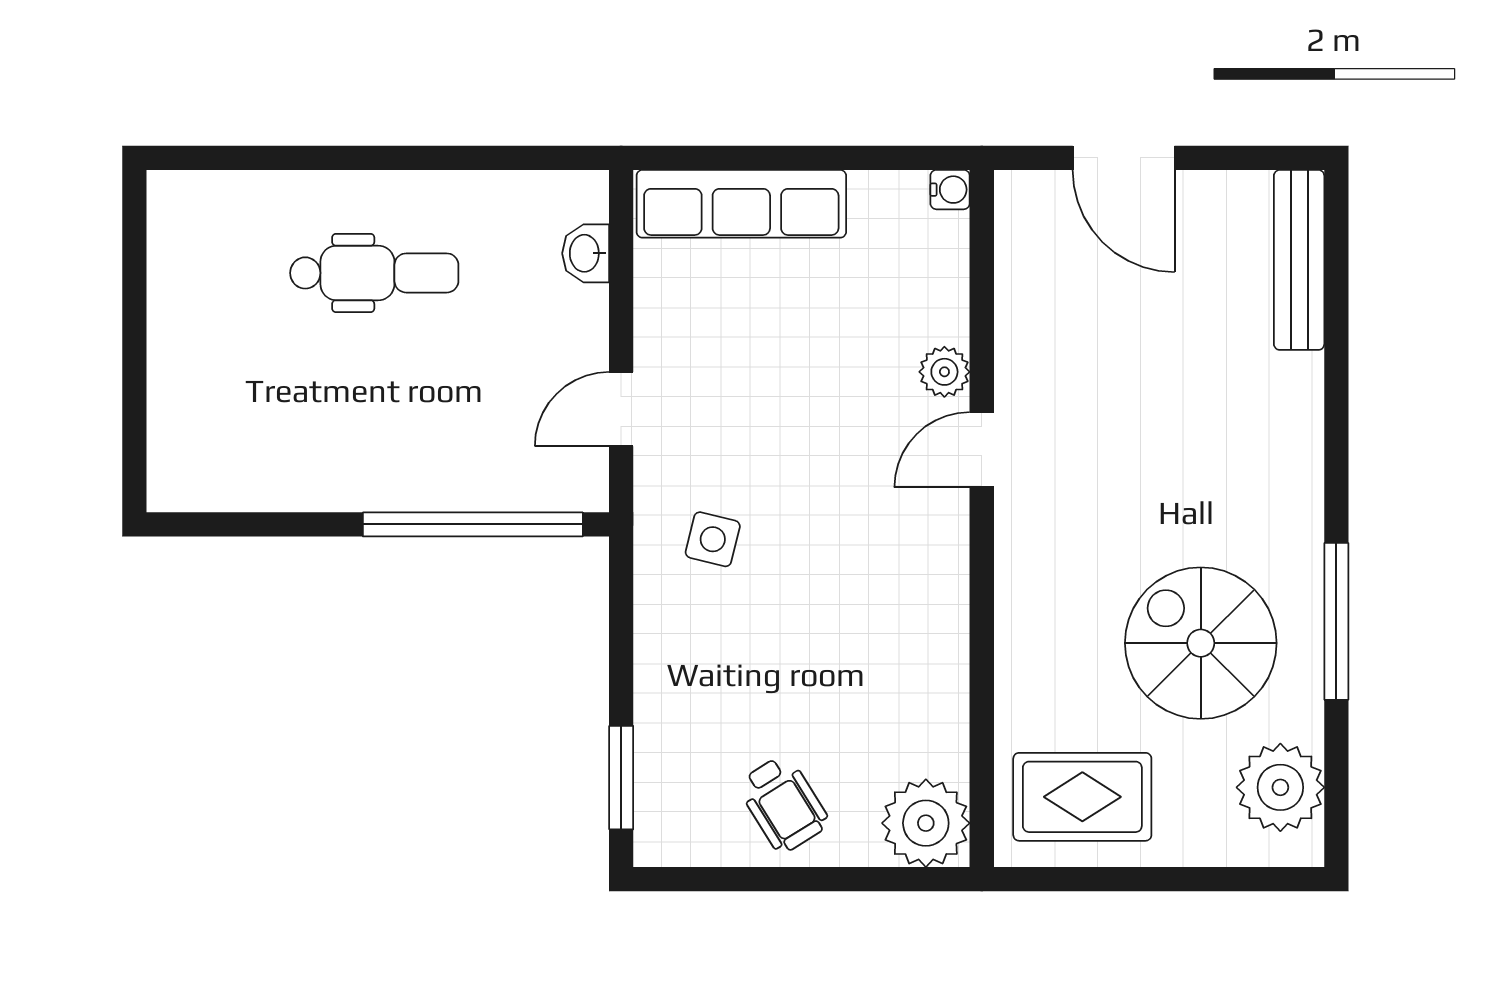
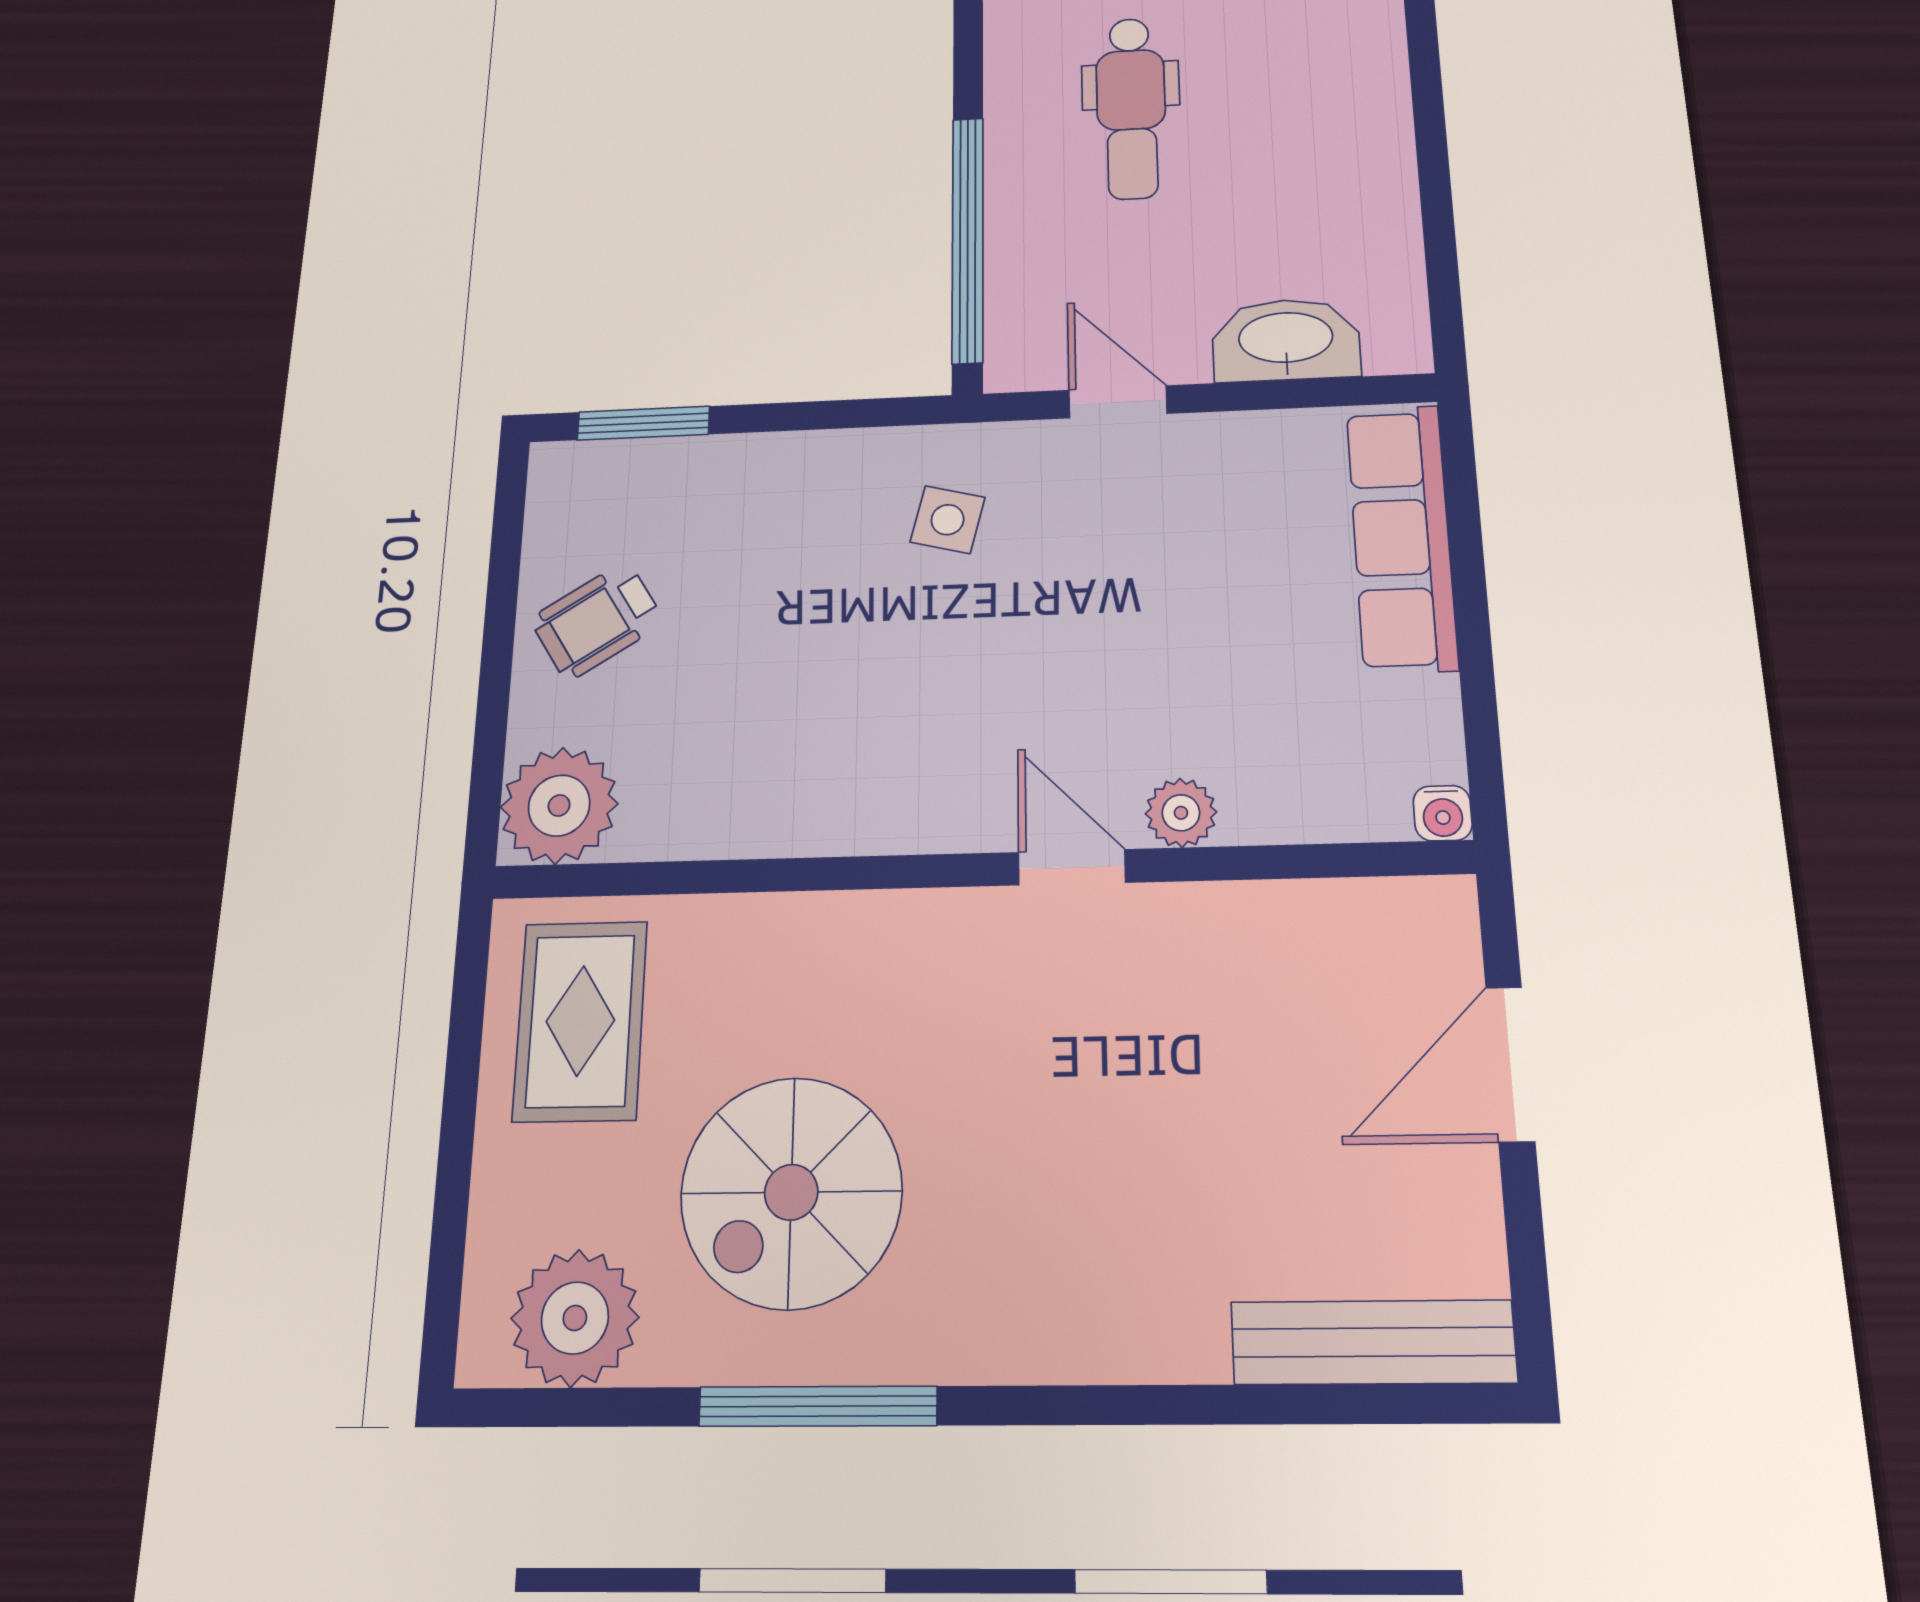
washbasin: (586, 253) -> (1286, 340), width x1.91, depth x1.45
dental chair: (374, 273) -> (1131, 108), moved
spiral stairs: (1201, 643) -> (791, 1192), turned 180

